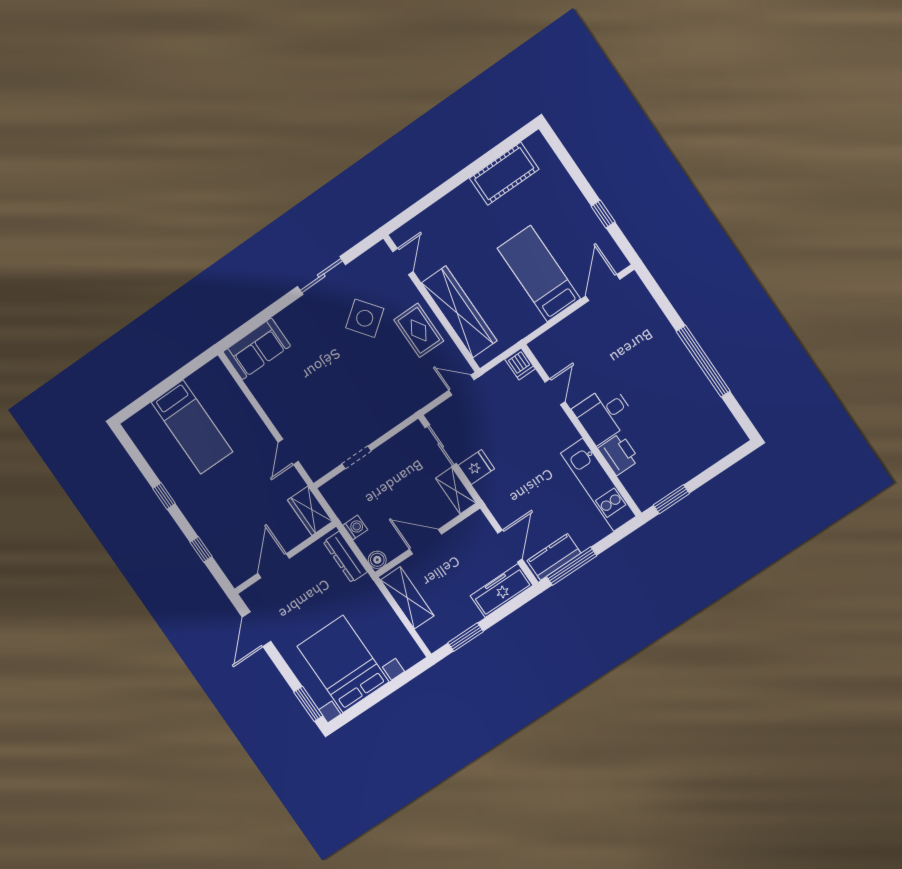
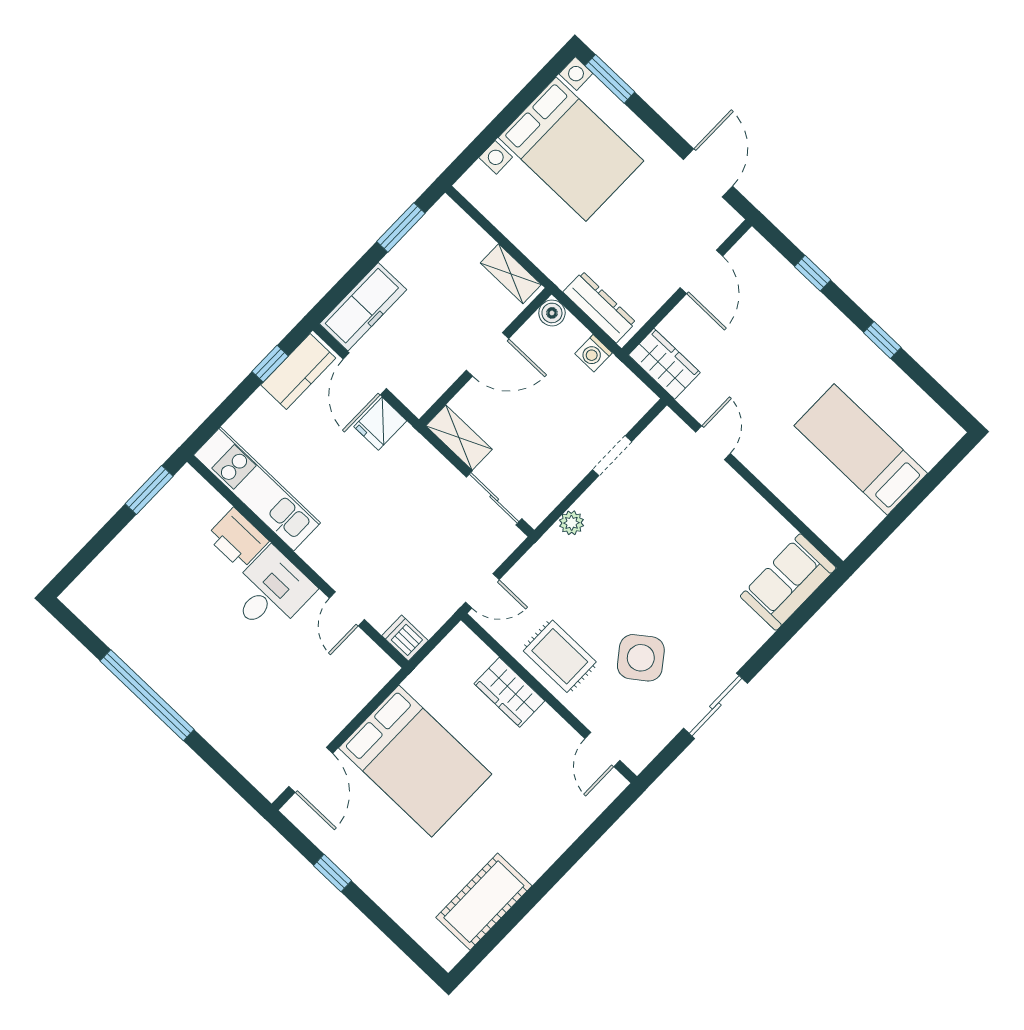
bed: (539, 274) -> (415, 761), width x1.50
wardrobe: (459, 312) -> (509, 692), width x0.48, depth x0.85
plant: (393, 418) -> (572, 523), added
fridge: (476, 467) -> (380, 424), moved
window: (572, 566) -> (270, 364), width x0.46
shelving: (407, 598) -> (511, 274), width x0.67, depth x0.75

